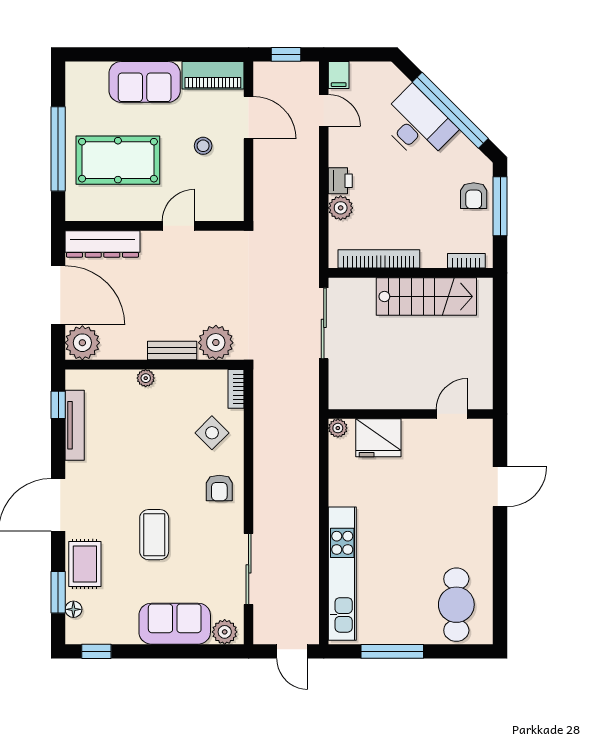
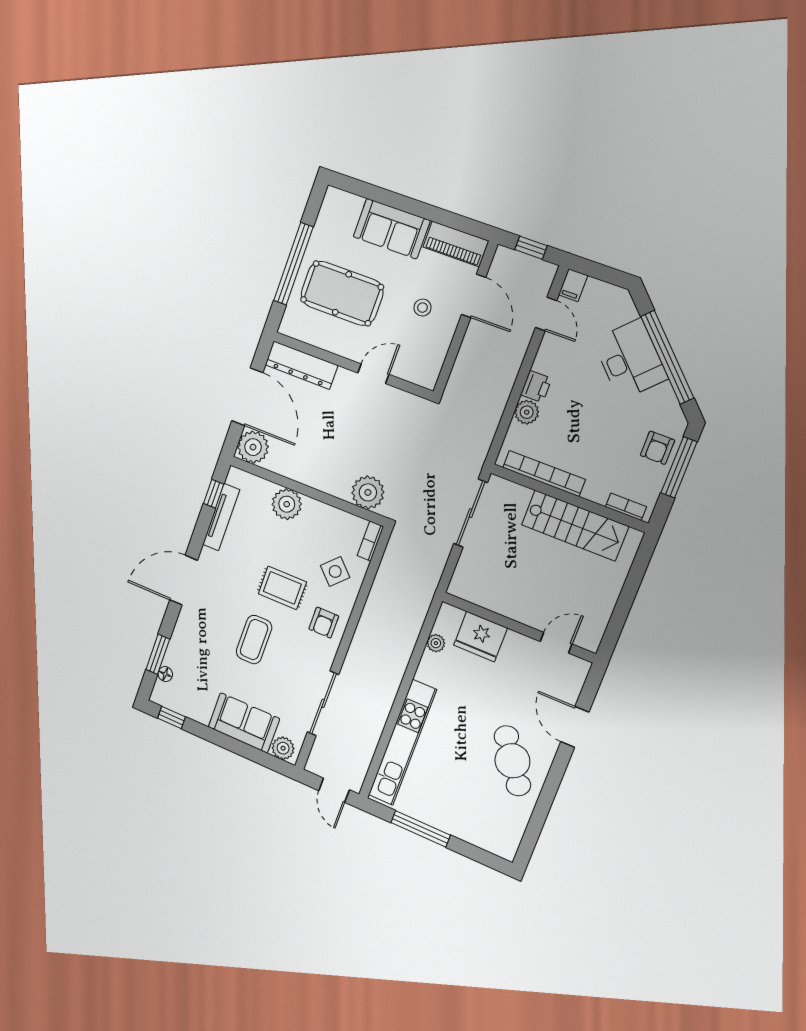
bench: (172, 351) -> (327, 485), removed
plant: (146, 378) -> (287, 504), width x1.88, depth x1.88
plant: (338, 428) -> (436, 643), moved
door: (500, 487) -> (575, 727), swing flipped
rug: (85, 564) -> (282, 588), moved, turned 90
cafe table: (456, 605) -> (512, 761), moved, turned -35

